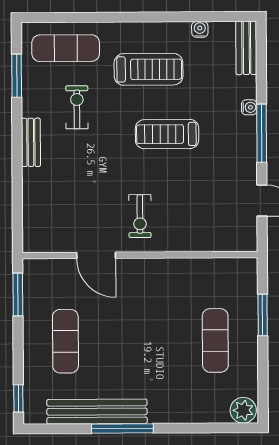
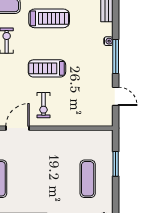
treadmill: (167, 134) -> (47, 68), moved
door: (96, 255) -> (17, 128), swing flipped

